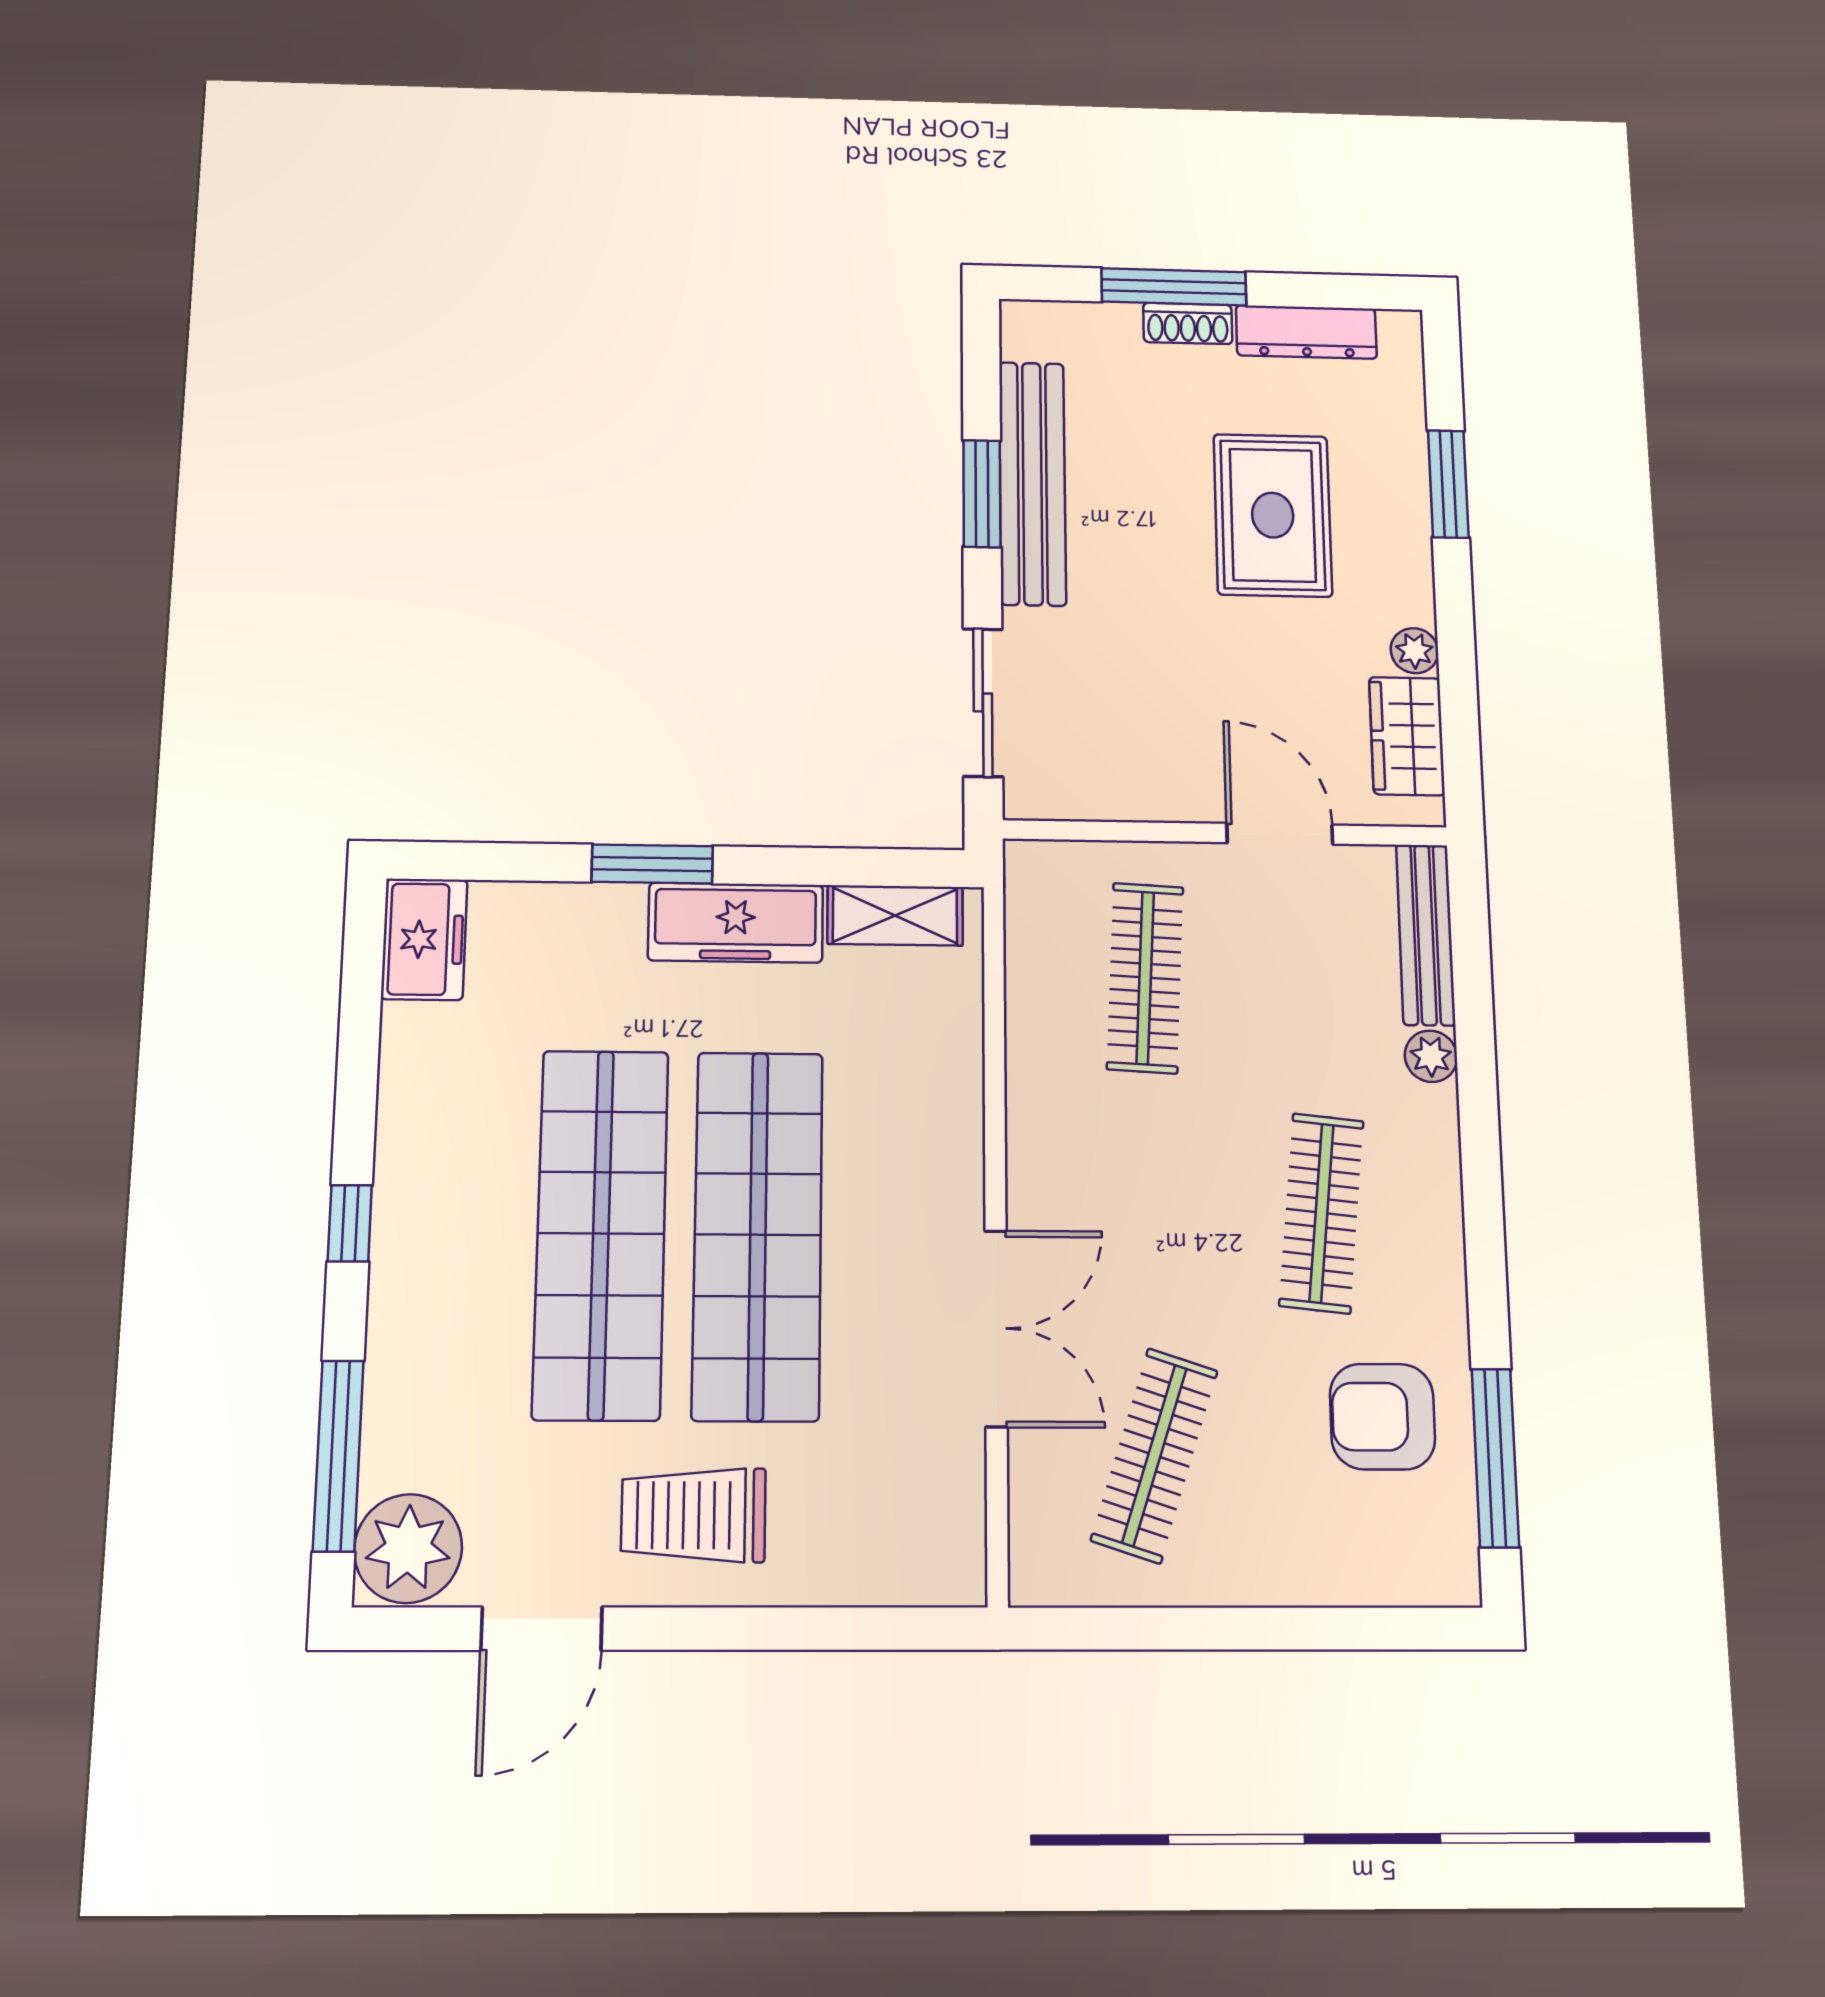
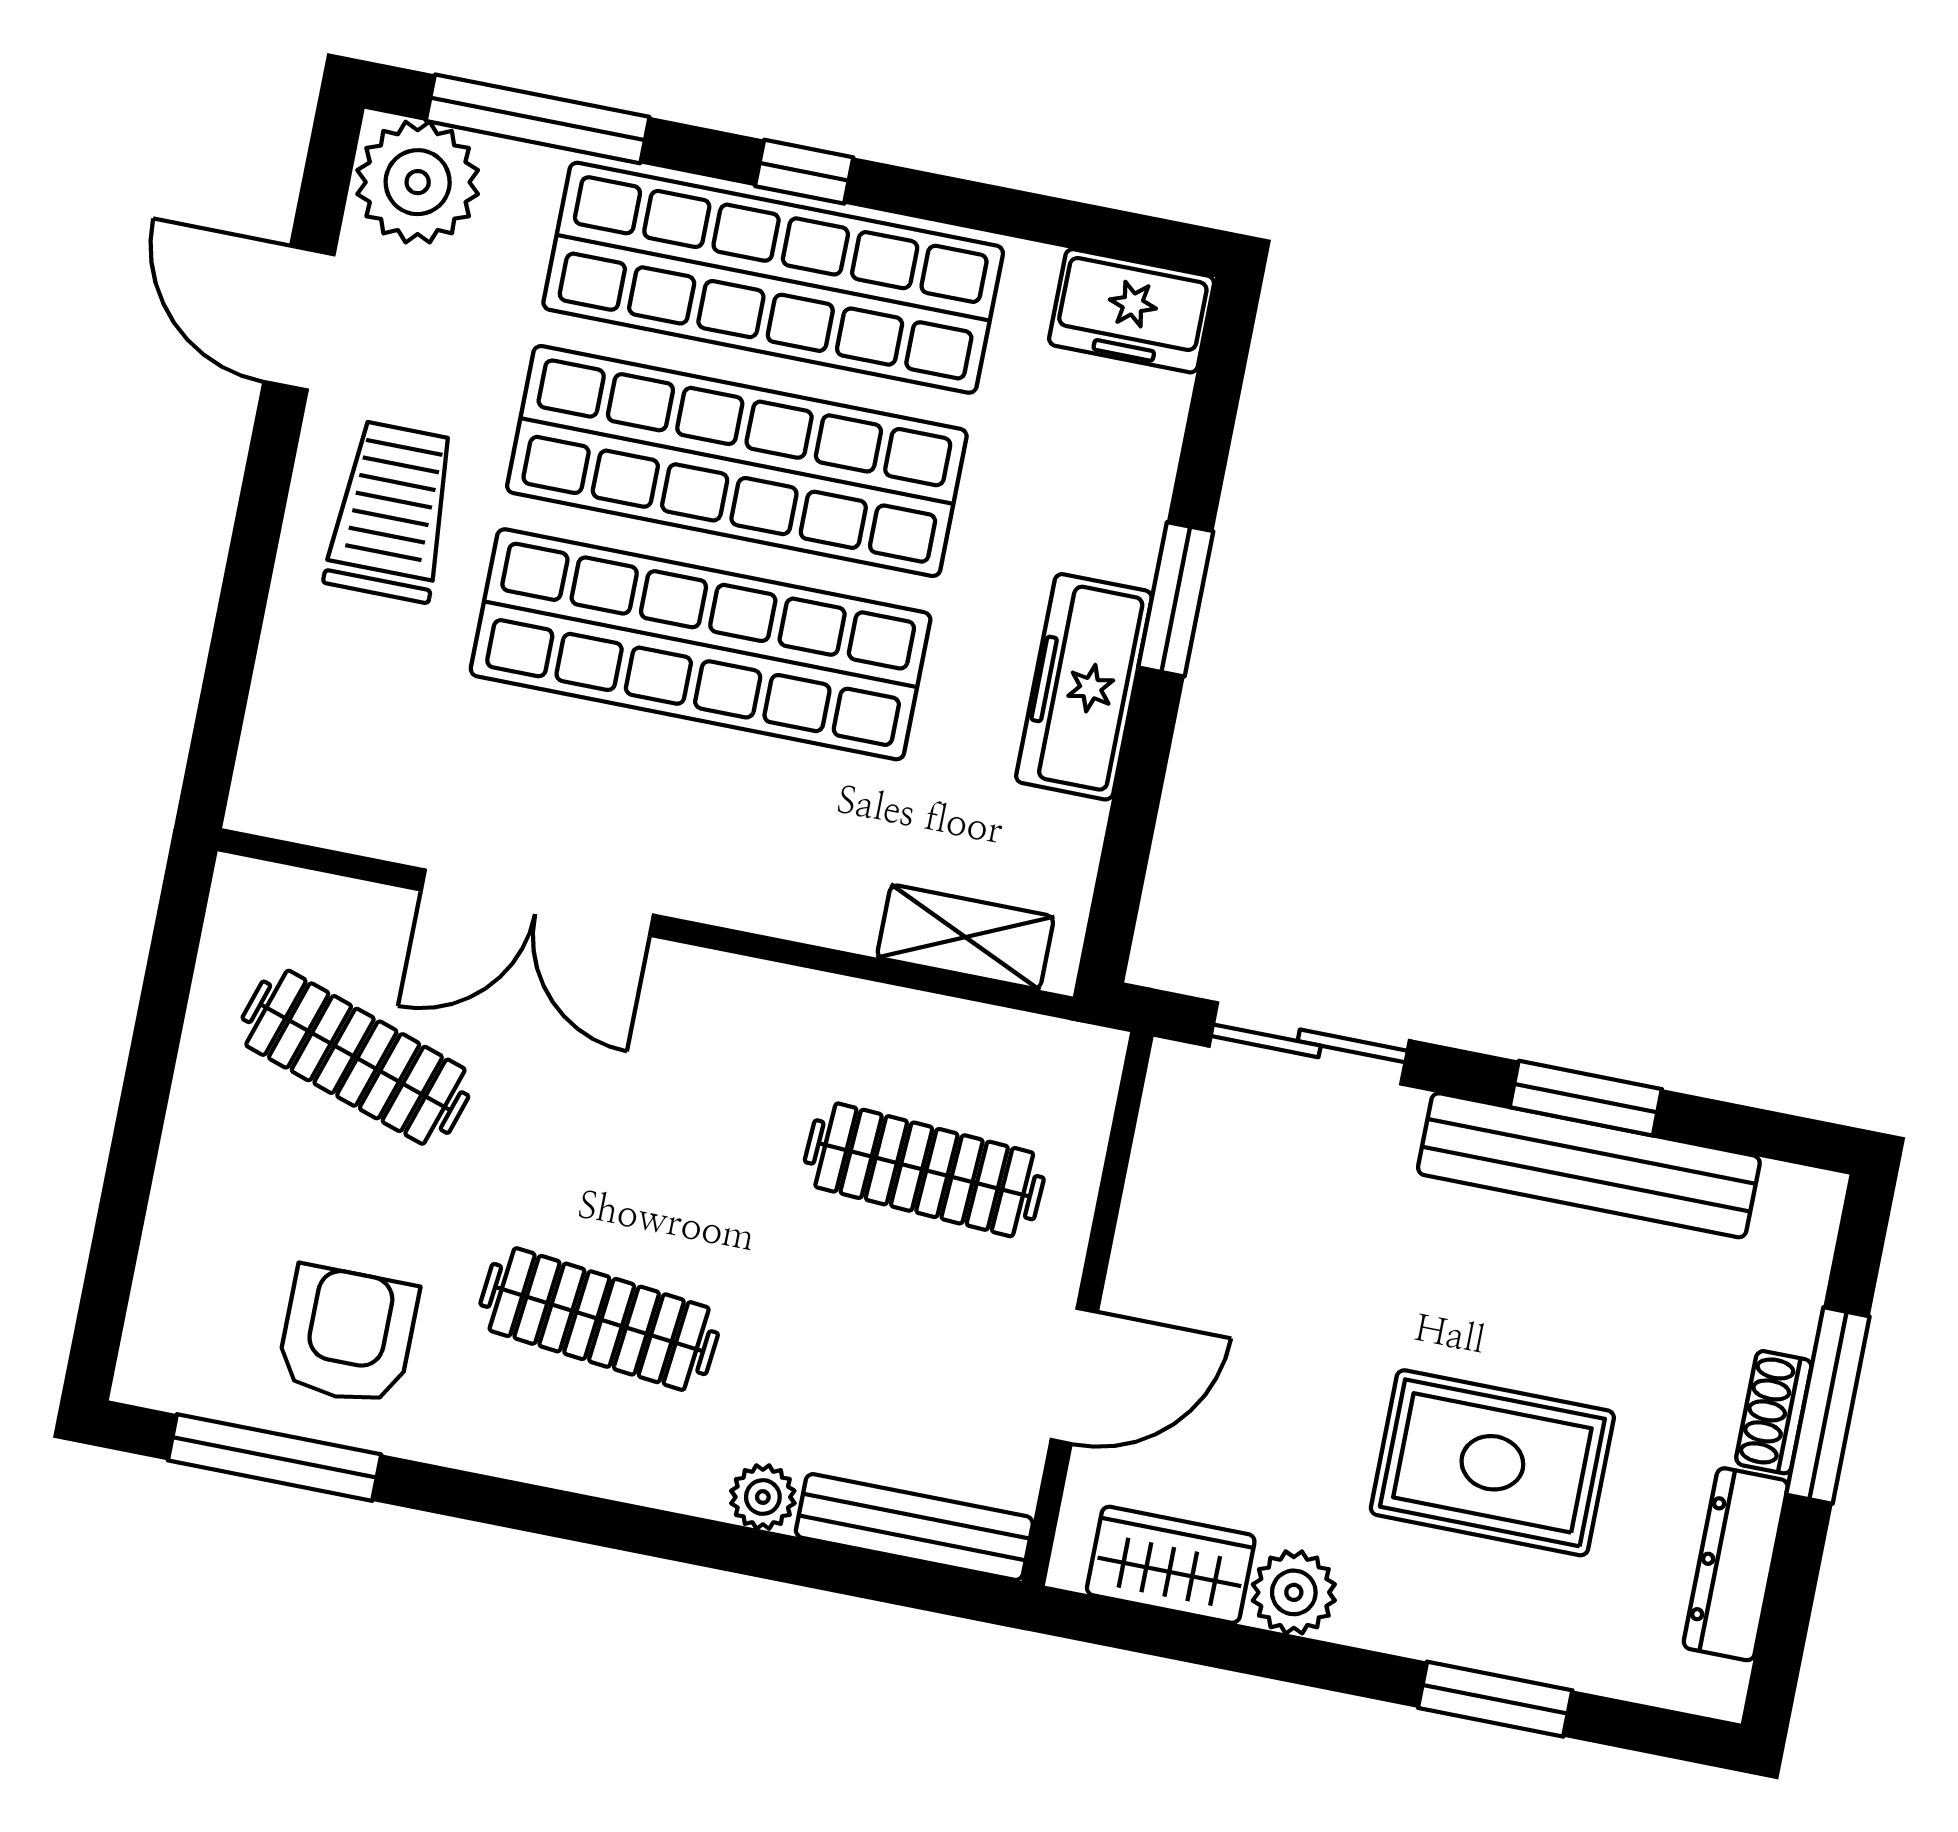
plant: (1414, 651) -> (1294, 1592), width x1.38, depth x1.38
shelving: (895, 915) -> (965, 937), moved, turned 90
shop shelf: (443, 1232) -> (773, 278), added

